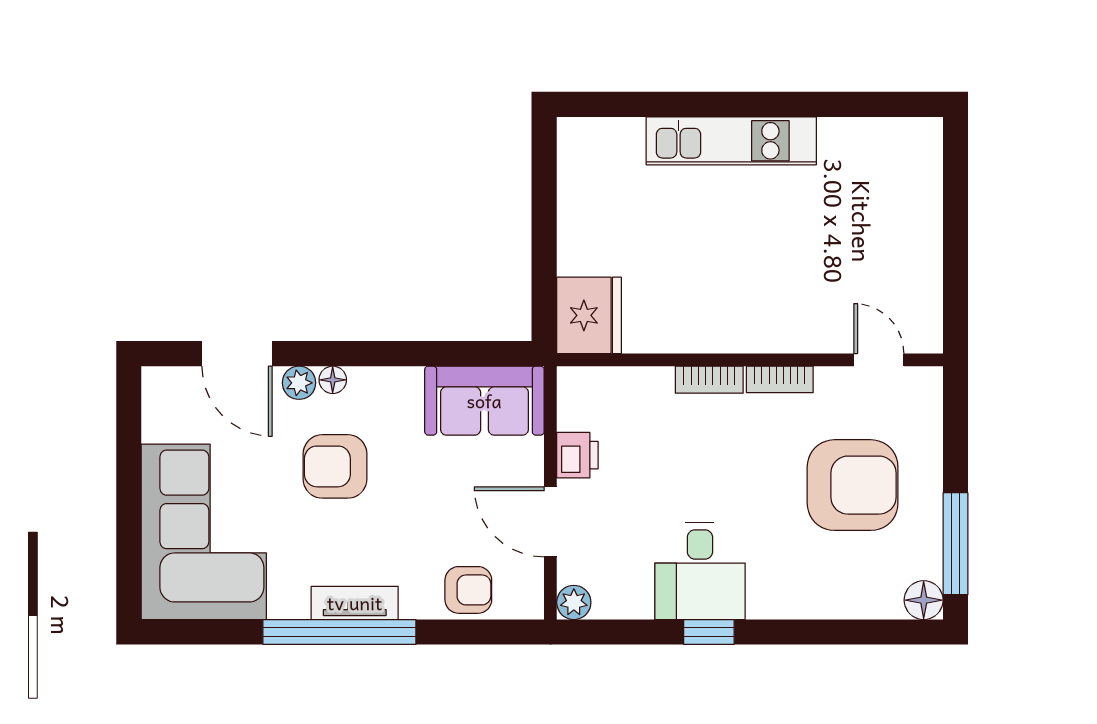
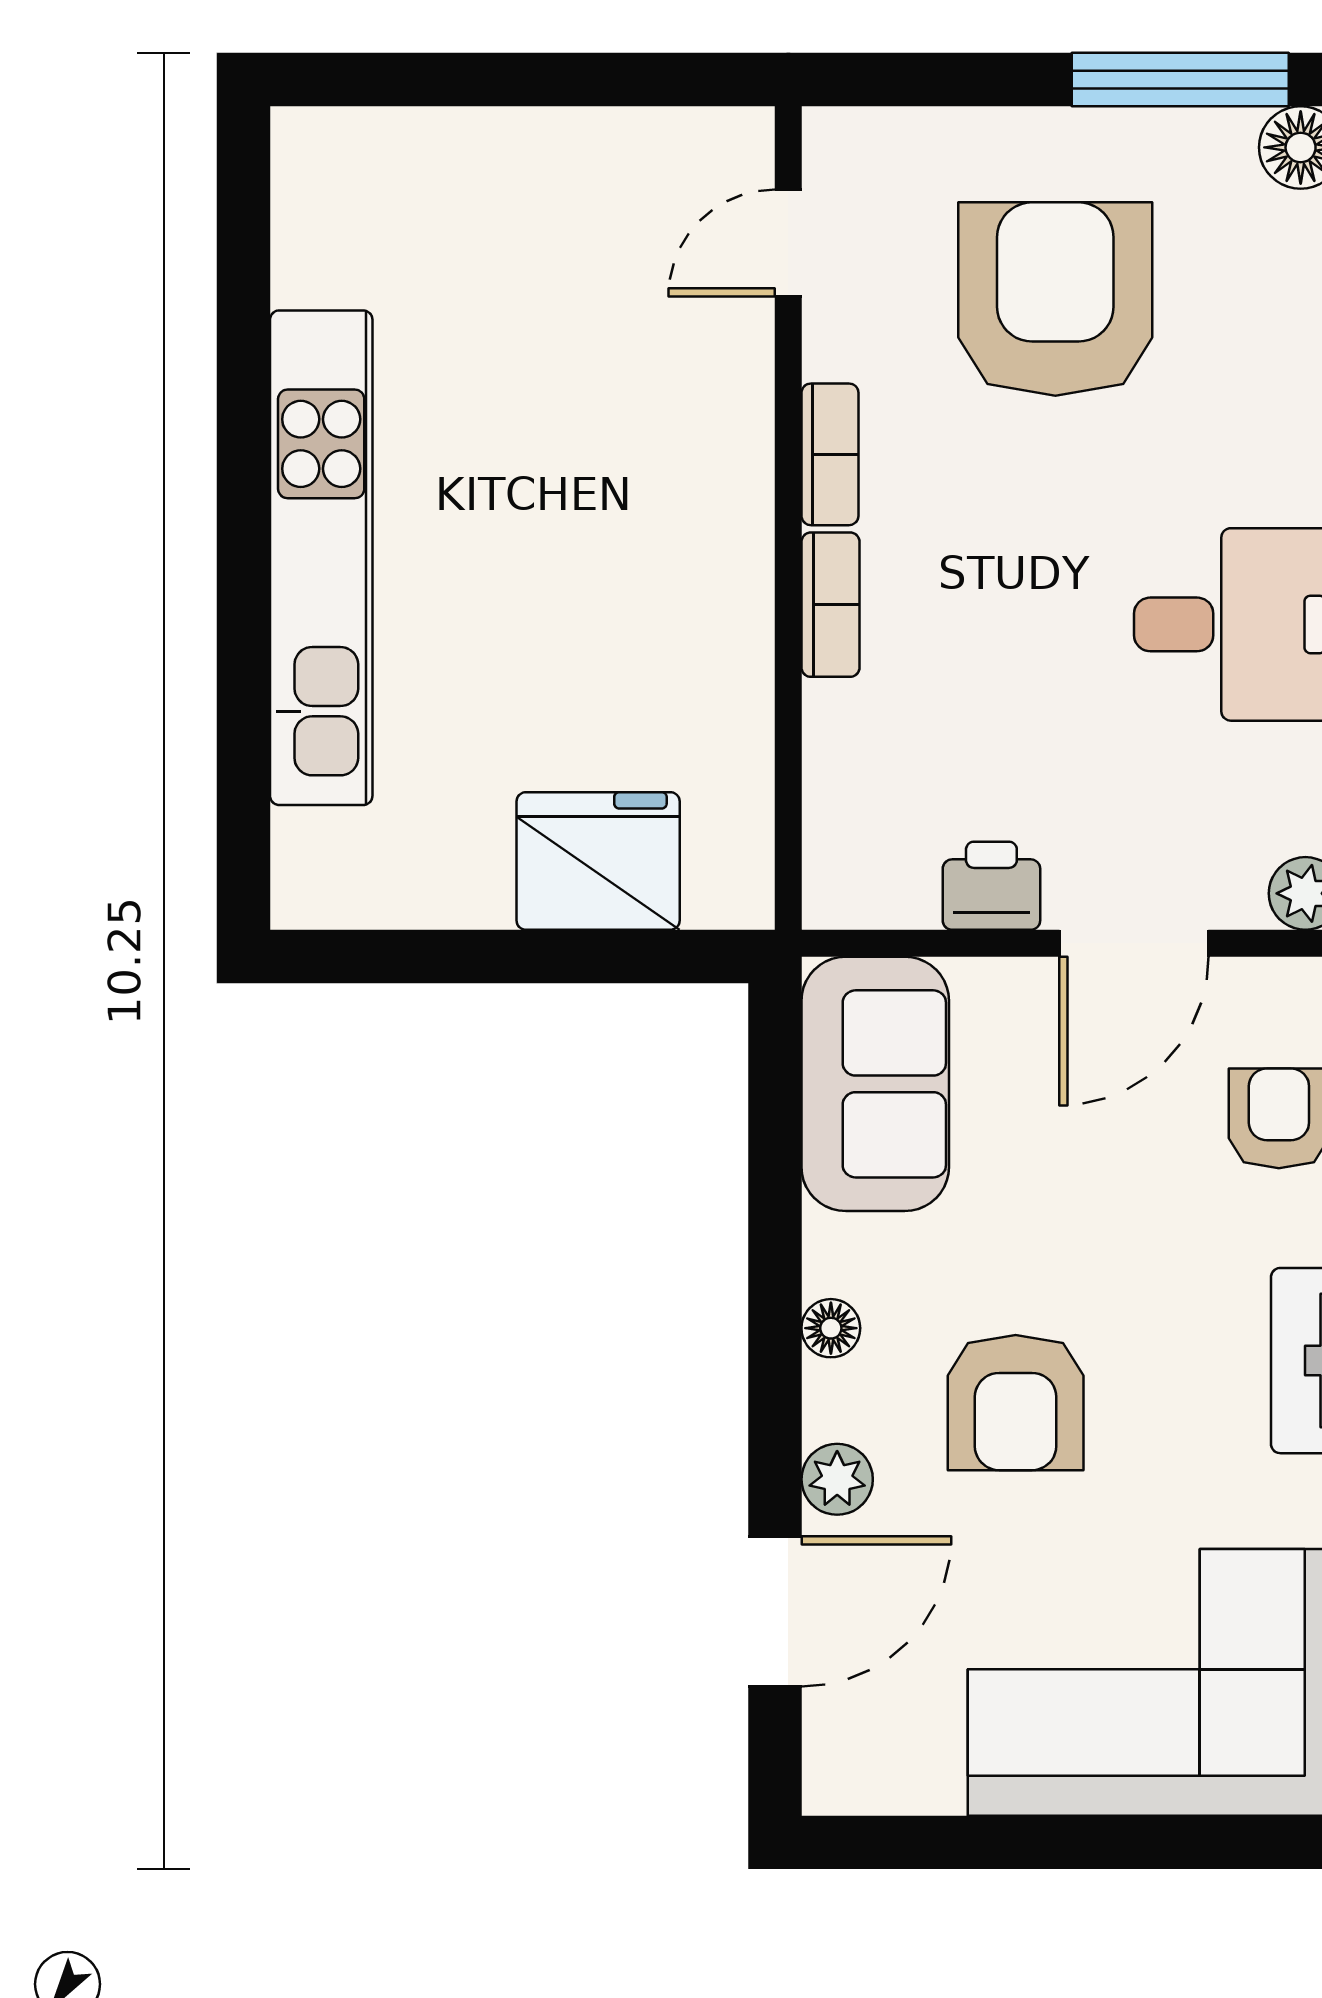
kitchen unit: (731, 141) -> (321, 558), width x1.36
fridge: (589, 315) -> (598, 861), moved
floor lamp: (333, 380) -> (831, 1328), moved

